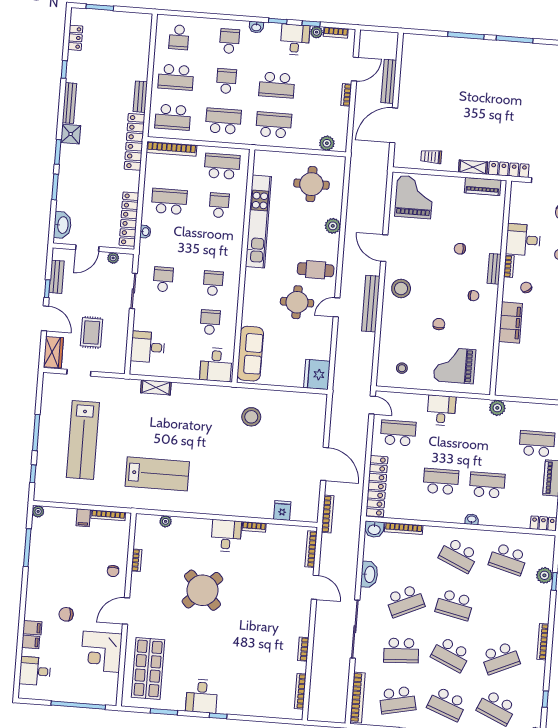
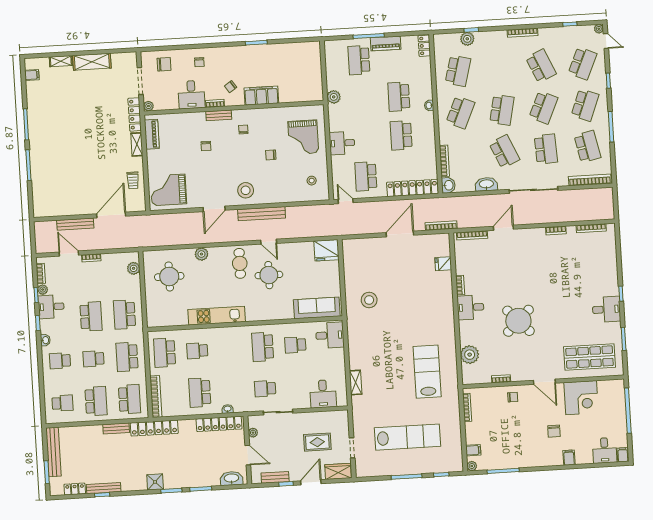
bench: (123, 19) -> (53, 452), added
bench: (69, 103) -> (104, 488), moved
door: (394, 125) -> (111, 215), swing flipped
plant: (517, 187) -> (148, 106), added
kitchen unit: (258, 222) -> (217, 316), width x0.73
school desk: (213, 283) -> (263, 347), width x1.85
door: (372, 405) -> (346, 201), hinge flipped
filing cabinet: (83, 518) -> (473, 450), moved
plant: (166, 521) -> (470, 355), width x1.88, depth x1.88
filing cabinet: (31, 642) -> (623, 455), moved

